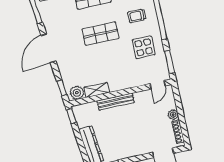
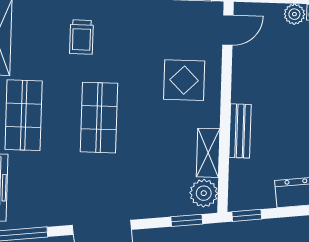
display table: (144, 47) -> (184, 80), moved
door: (158, 85) -> (228, 30), hinge flipped
bench: (116, 102) -> (240, 131), width x0.73

